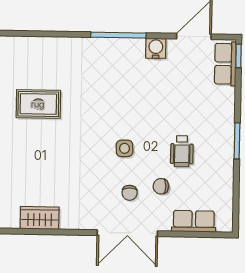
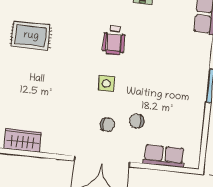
wheelchair: (182, 151) -> (114, 40), moved
chair: (130, 193) -> (107, 125), turned -90

